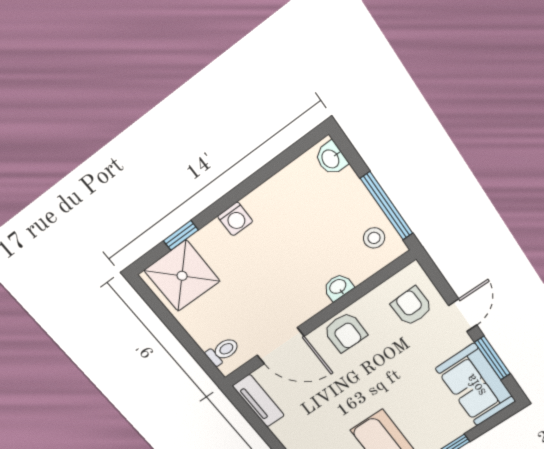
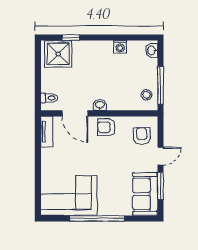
washing machine: (235, 219) -> (120, 47), moved
washbasin: (338, 287) -> (100, 105), moved
armchair: (345, 332) -> (106, 127), turned 90

